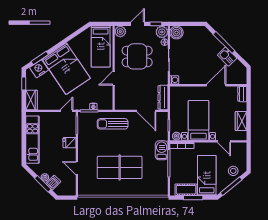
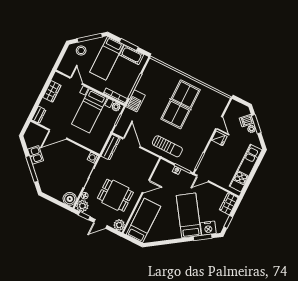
bed: (66, 69) -> (189, 215), width x0.67
fridge: (70, 143) -> (219, 138), moved
table tennis table: (120, 167) -> (181, 104), turned 90

